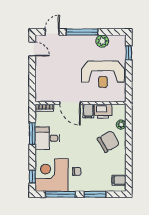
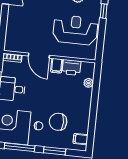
reception desk: (103, 74) -> (75, 30), turned 180
chair: (108, 141) -> (58, 122), moved, turned -150

